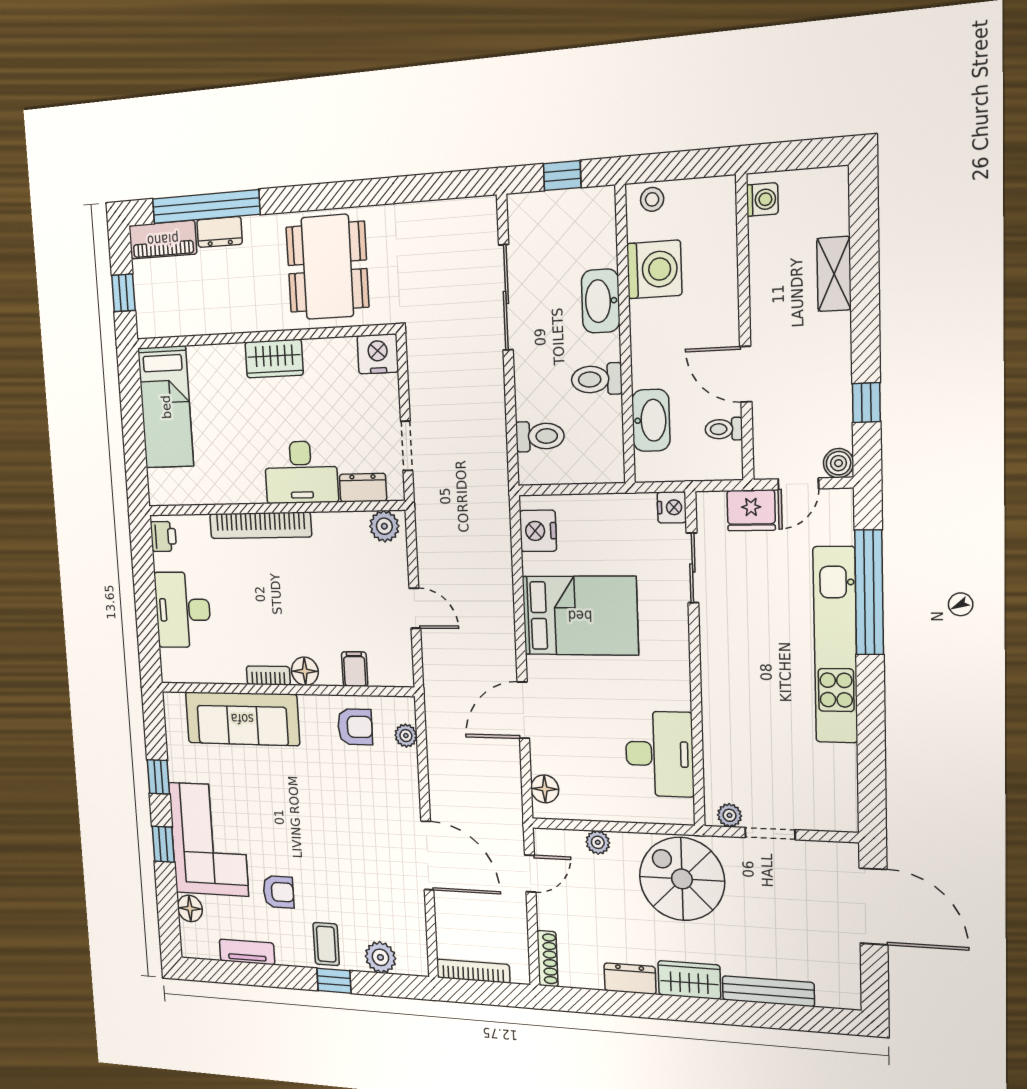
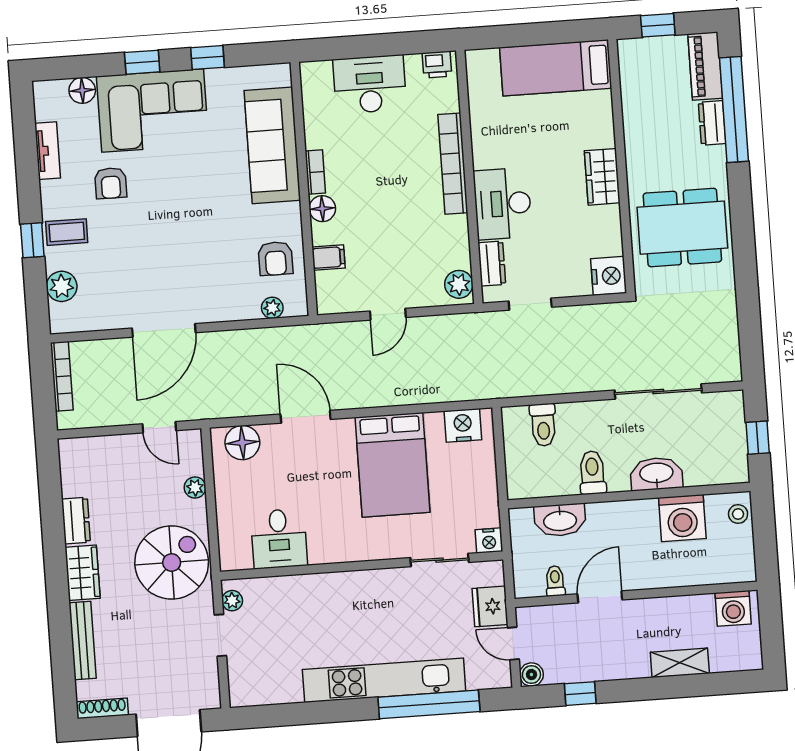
washing machine: (762, 200) -> (733, 608), width x1.38, depth x1.38
desk: (659, 754) -> (279, 539), width x0.73
floor lamp: (545, 789) -> (242, 443), width x1.38, depth x1.38
shoe rack: (547, 959) -> (102, 708), moved, turned 180

